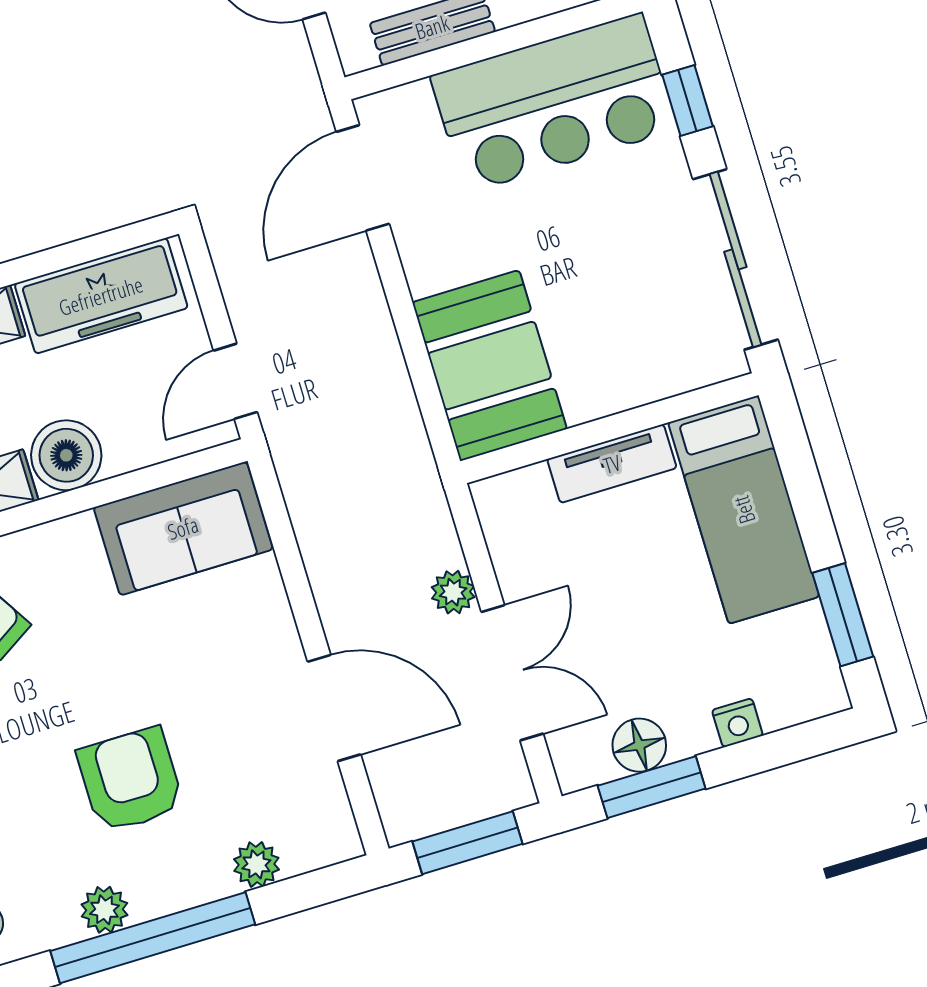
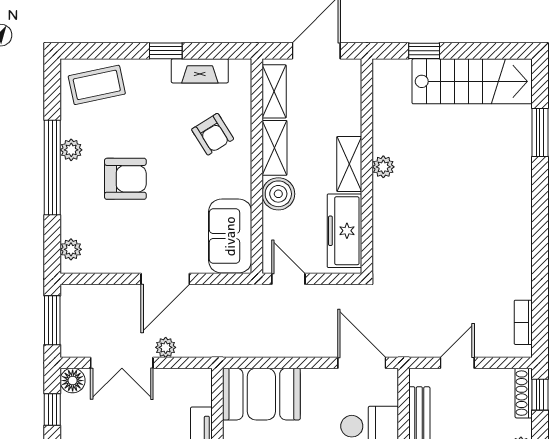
door: (334, 708) -> (165, 279), moved
floor lamp: (639, 745) -> (73, 381), moved
window: (652, 787) -> (52, 409), width x0.67
plant: (256, 864) -> (71, 249), moved

